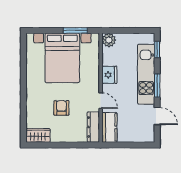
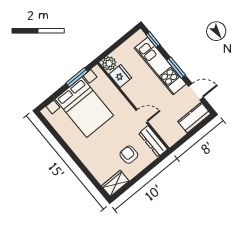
fridge: (109, 75) -> (120, 76), moved
armchair: (61, 108) -> (129, 155), moved
kitchen counter: (109, 127) -> (194, 118), moved, turned -90

